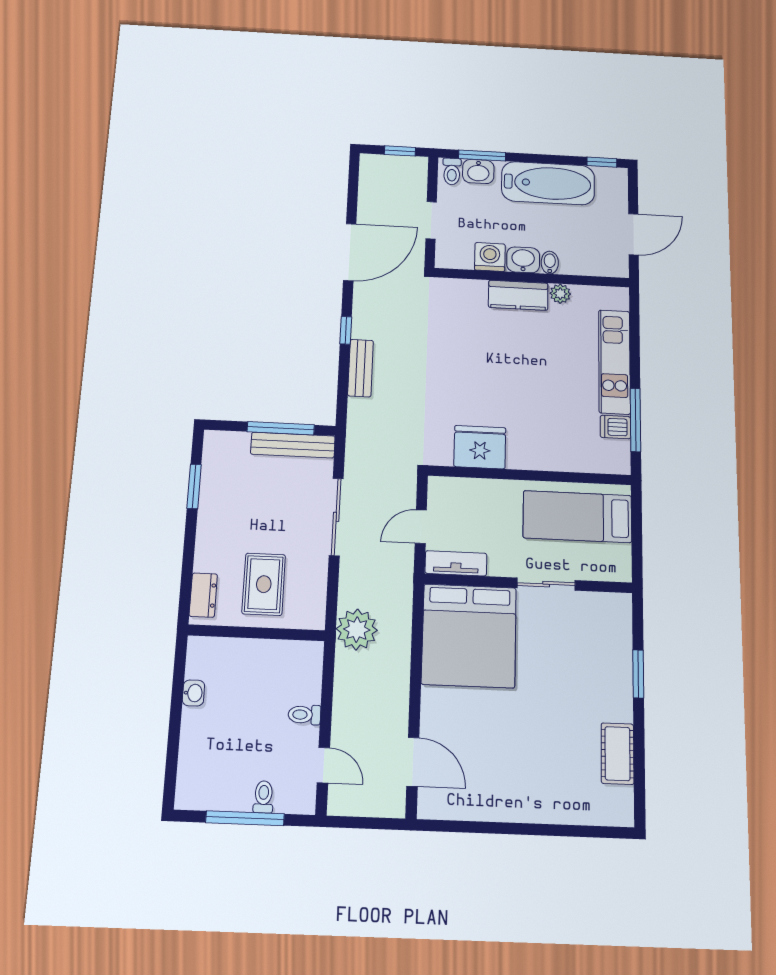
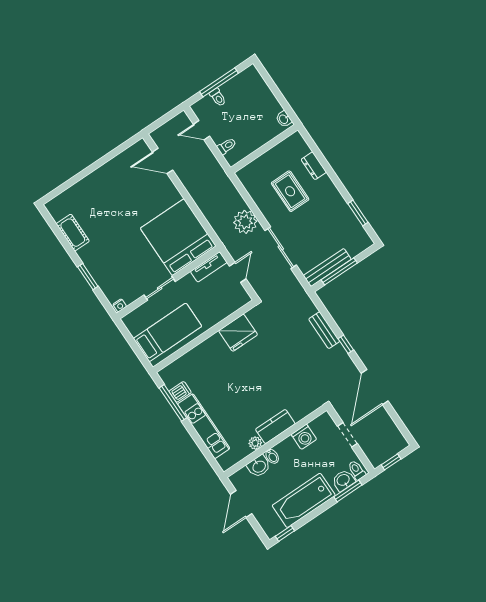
washbasin: (523, 260) -> (259, 466), moved
nightstand: (620, 601) -> (120, 305), added
plant: (357, 629) -> (245, 222), moved
wall: (256, 633) -> (264, 149), moved

